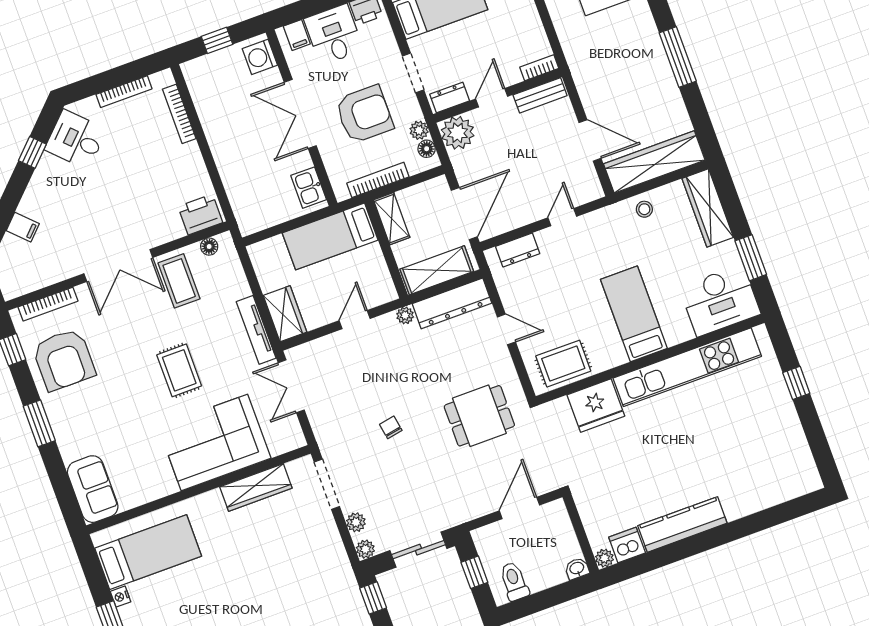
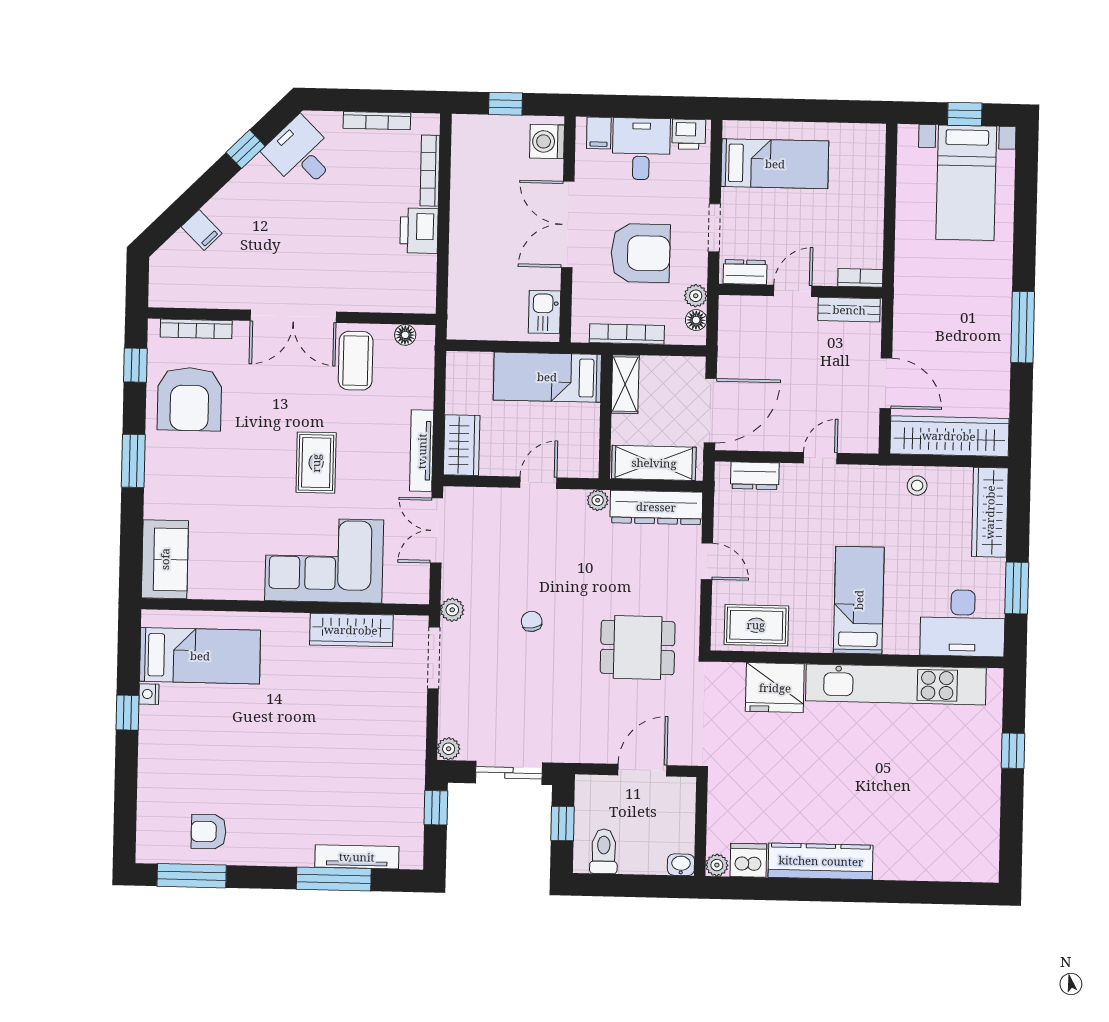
plant: (458, 133) -> (738, 316), removed
printer: (200, 215) -> (419, 231), moved, turned -90
plant: (356, 522) -> (452, 610), moved

